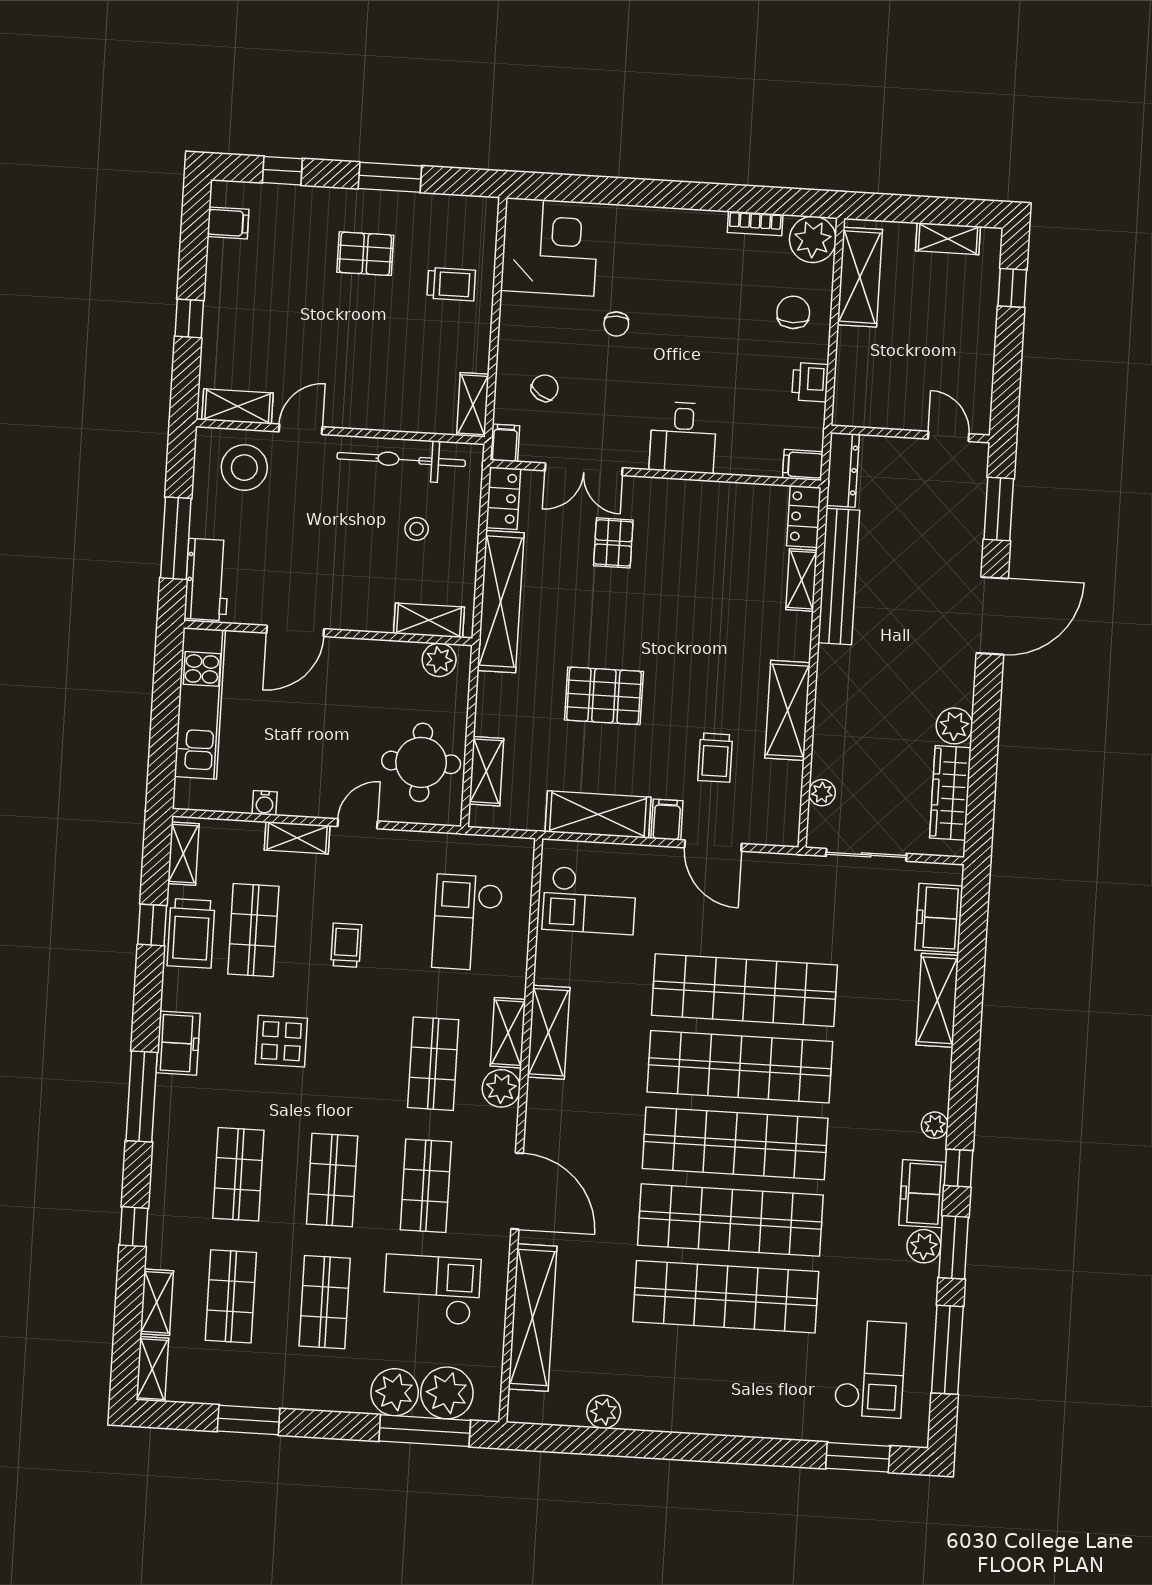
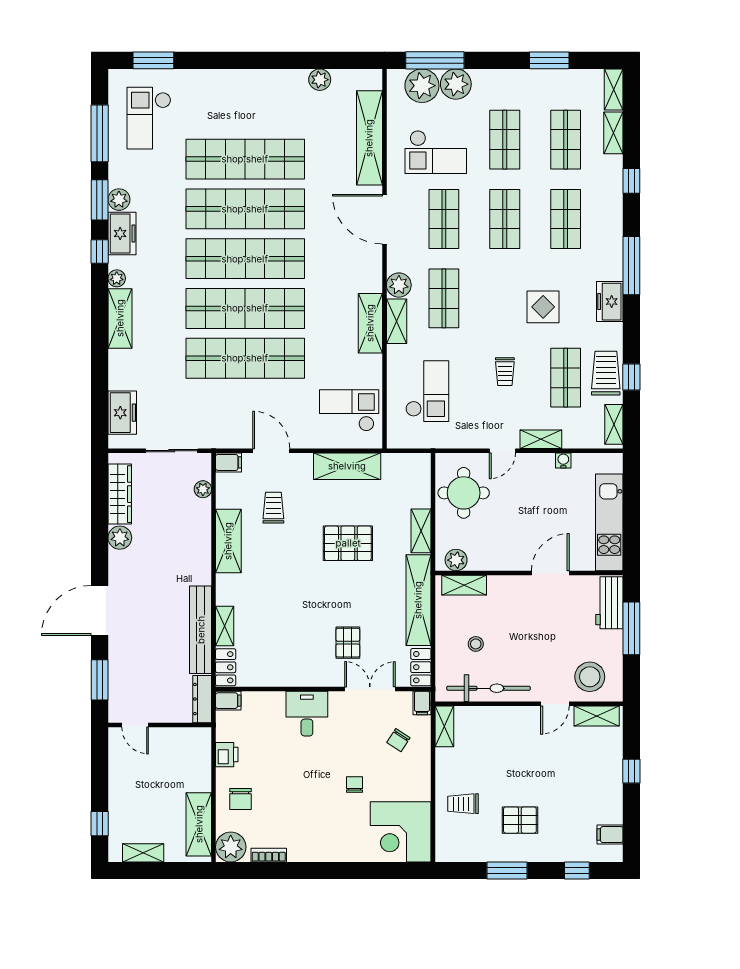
shelving: (486, 771) -> (421, 531), moved
filing cabinet: (667, 820) -> (229, 462), moved, turned -90
shelving: (937, 1000) -> (120, 318), moved

